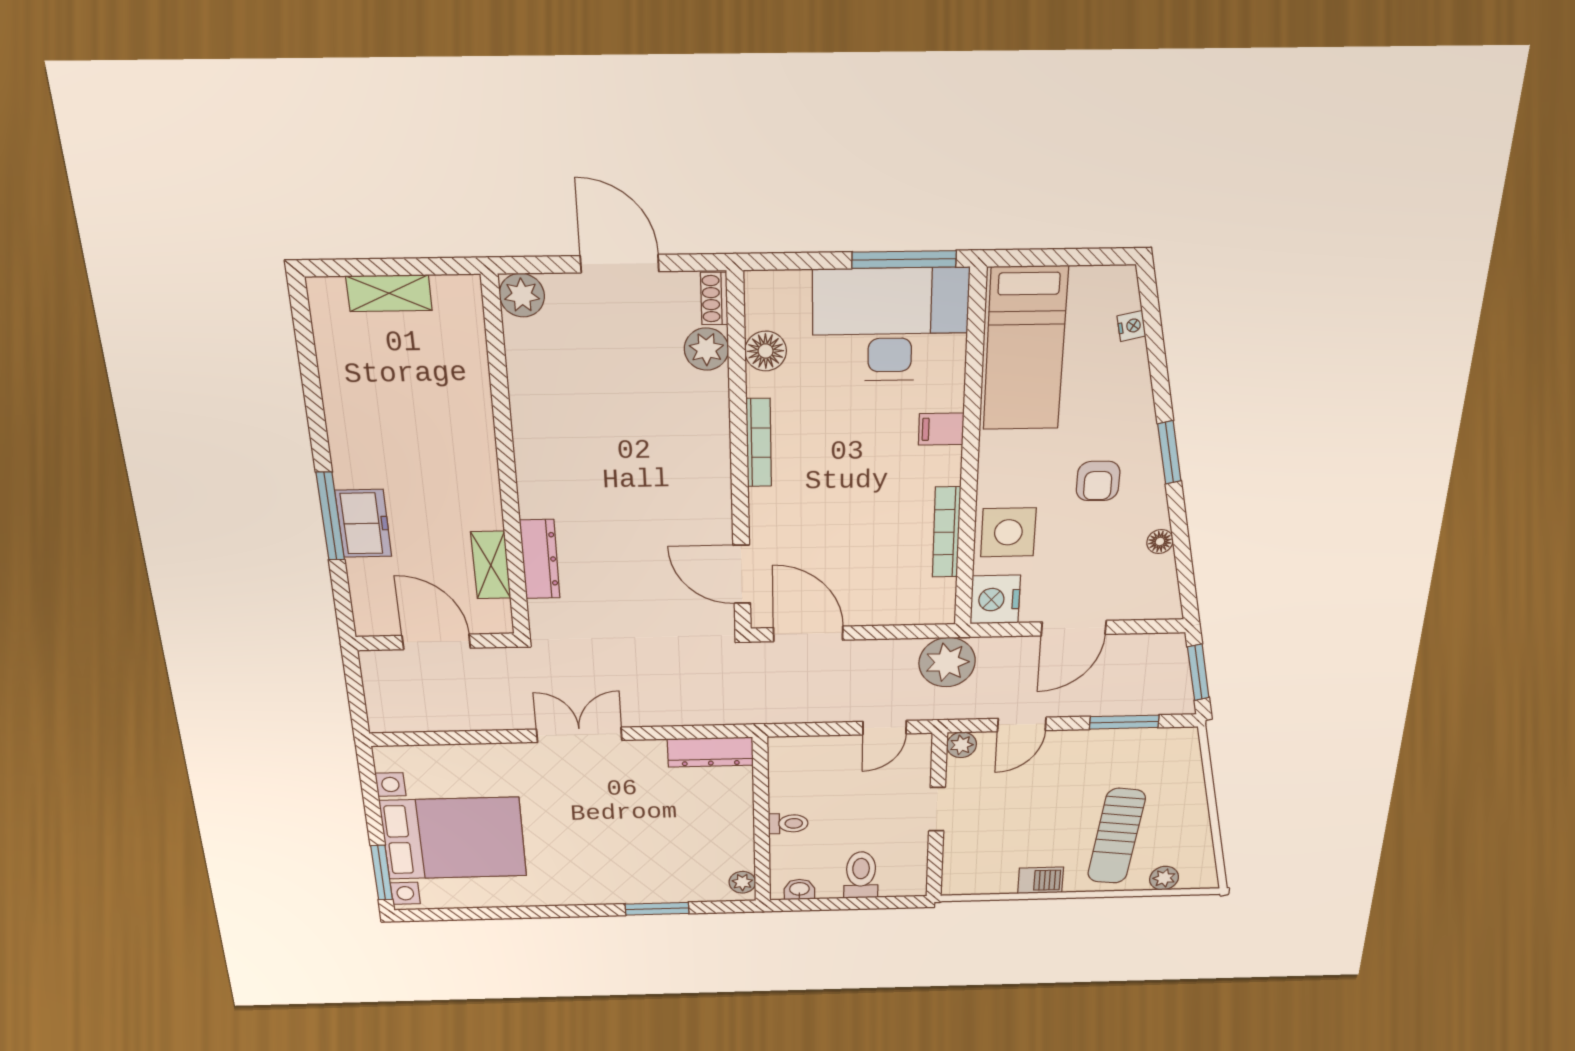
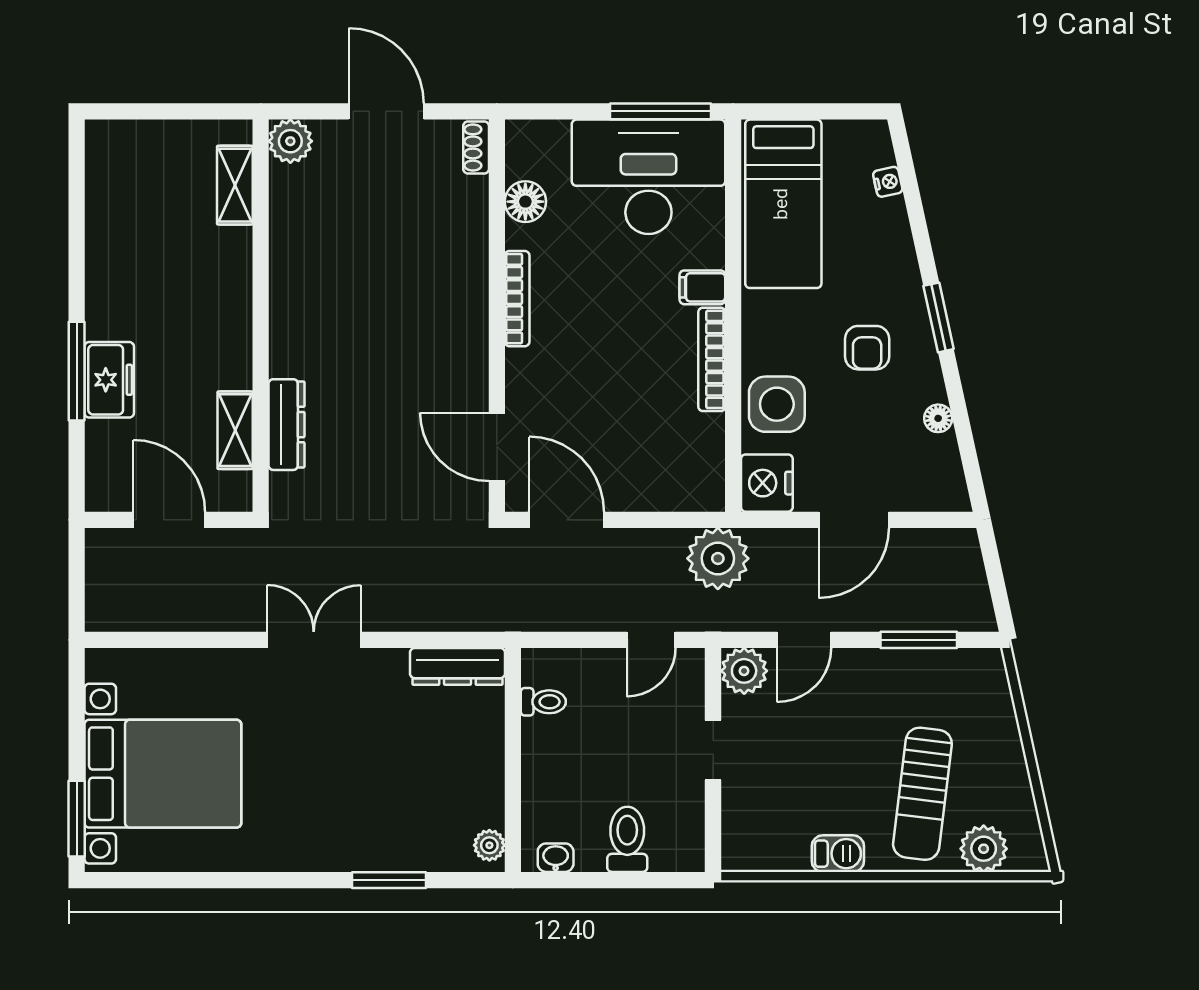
shelving: (389, 293) -> (235, 185), moved, turned 90
plant: (706, 349) -> (467, 199), removed
bookcase: (946, 532) -> (712, 359), moved
window: (1198, 672) -> (995, 578), removed
plant: (962, 745) -> (744, 671), width x1.38, depth x1.38
toilet: (788, 824) -> (543, 702), moved
plant: (1164, 878) -> (984, 849), width x1.38, depth x1.38

